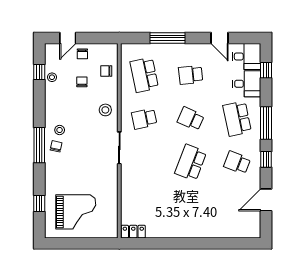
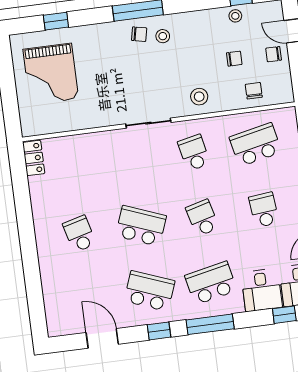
school desk: (191, 119) -> (202, 218), turned -39
school desk: (237, 163) -> (149, 291), width x1.85
school desk: (191, 206) -> (79, 234), added

